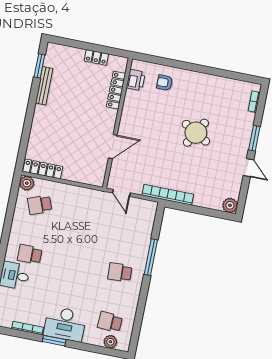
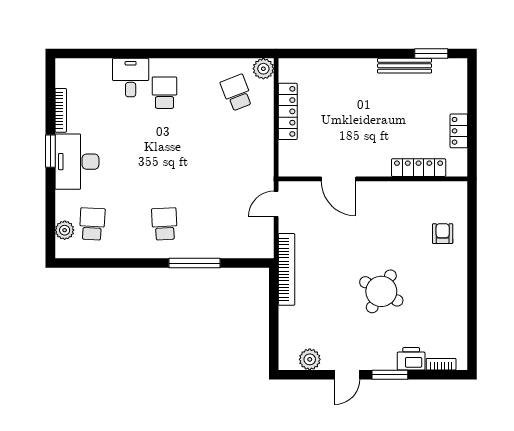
printer: (136, 80) -> (411, 359), moved, turned 180
locker: (43, 169) -> (288, 111), moved
plant: (230, 205) -> (310, 359), moved

